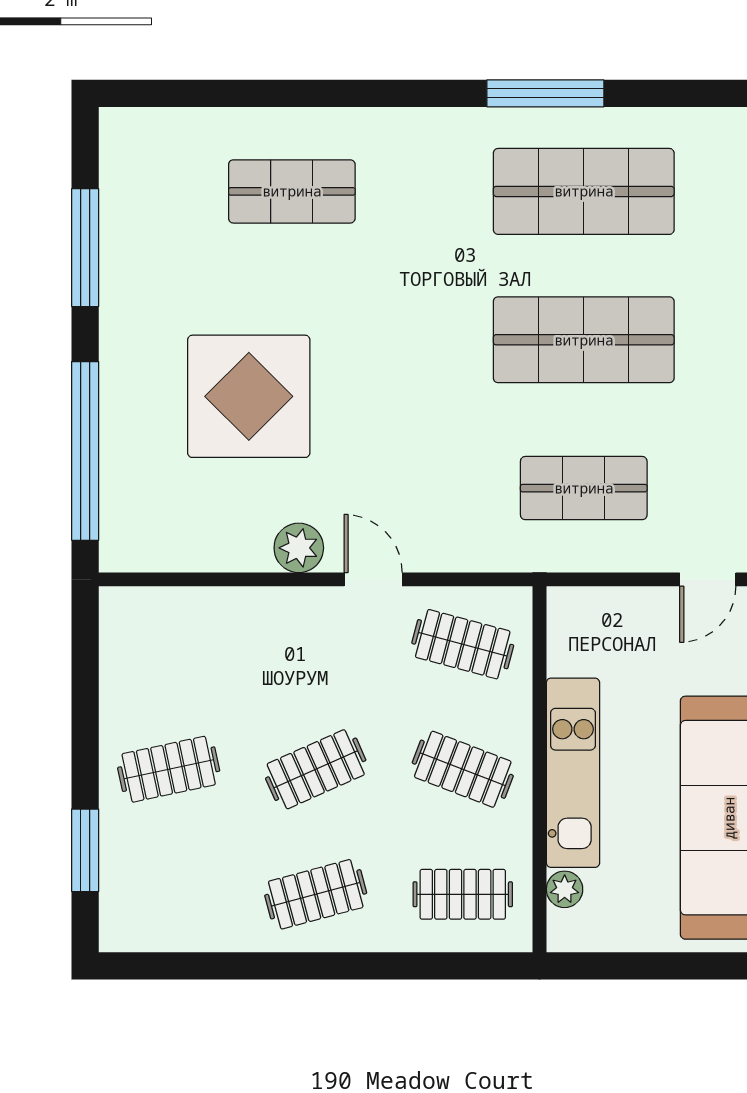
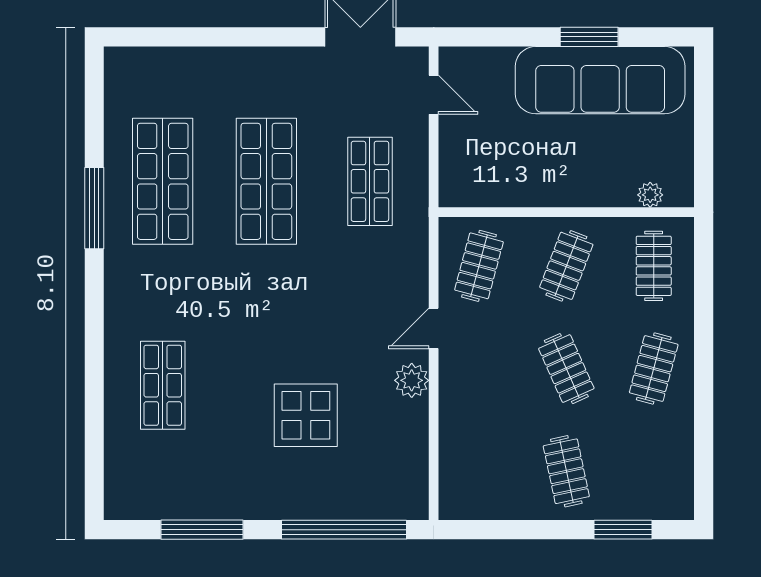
display table: (249, 396) -> (306, 415), width x0.73, depth x0.73
kitchen unit: (573, 773) -> (569, 189), removed
clothes rail: (316, 894) -> (654, 369), turned 30

